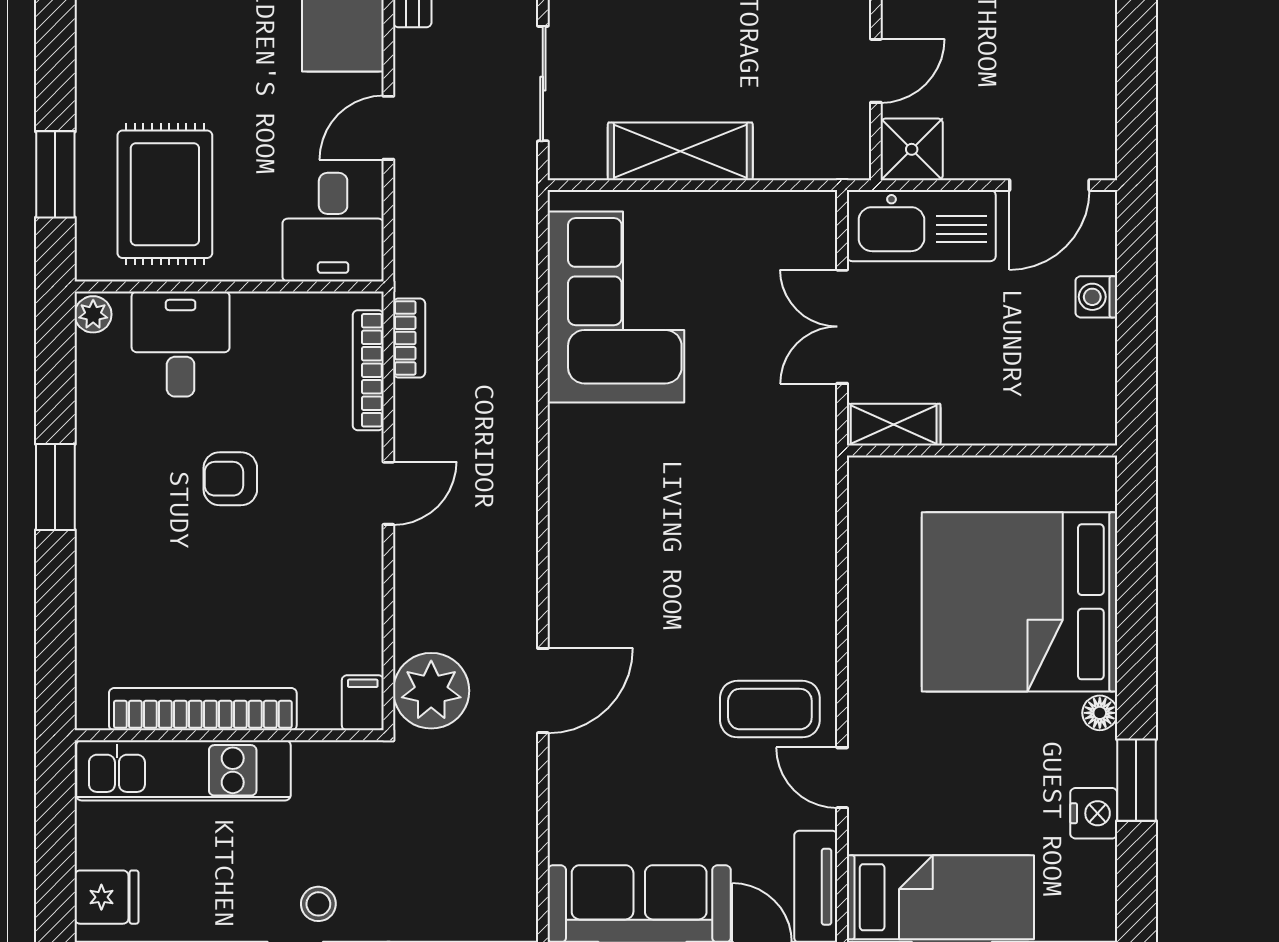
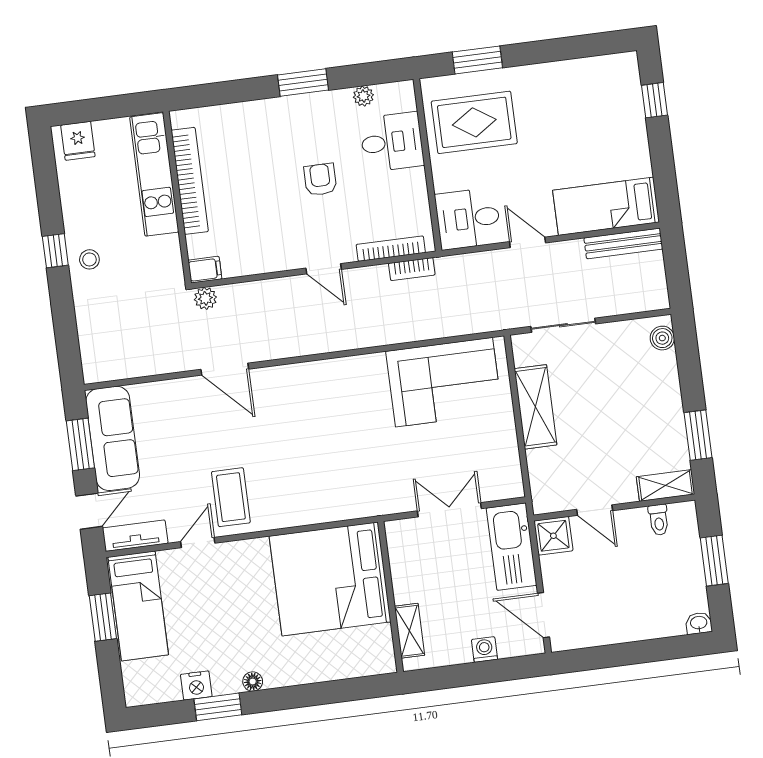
plant: (93, 314) -> (363, 96), moved
shelving: (894, 425) -> (410, 631), moved
bed: (1020, 602) -> (330, 579), moved, turned -90
plant: (431, 691) -> (205, 298), width x0.53, depth x0.53

